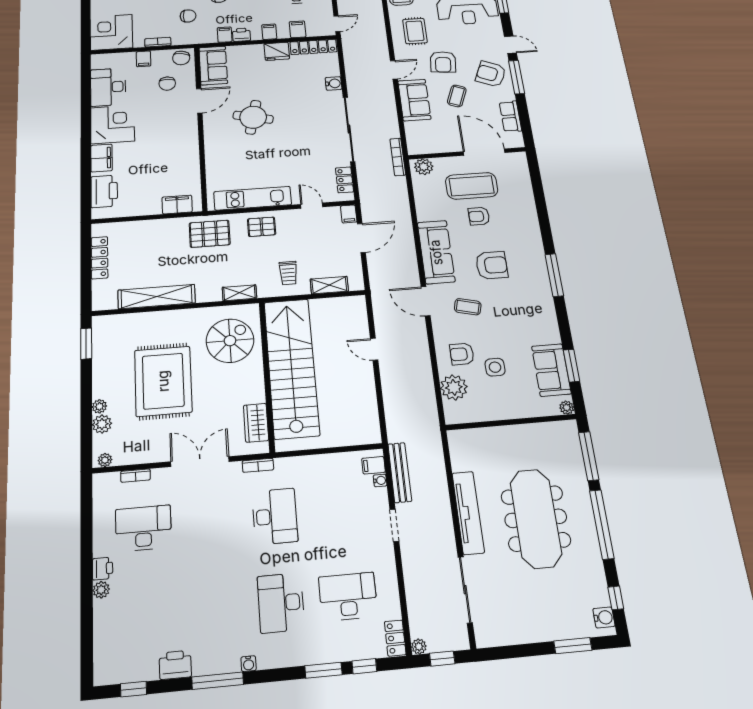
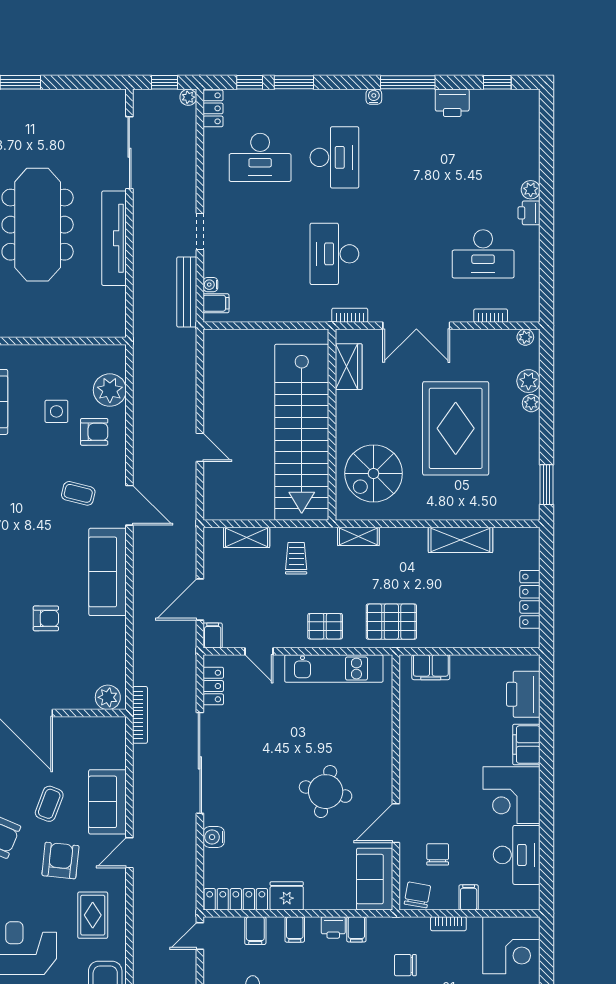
coffee table: (472, 186) -> (49, 664), removed
armchair: (492, 265) -> (40, 548), removed
shelving: (157, 297) -> (460, 540), width x0.68

